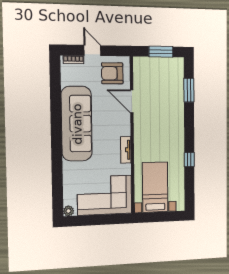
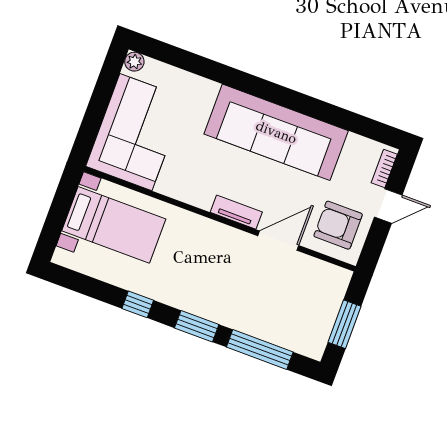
armchair: (112, 73) -> (338, 225), turned -90
window: (189, 90) -> (260, 350), width x1.44
window: (189, 126) -> (197, 326), added
tv unit: (126, 150) -> (236, 212), moved

